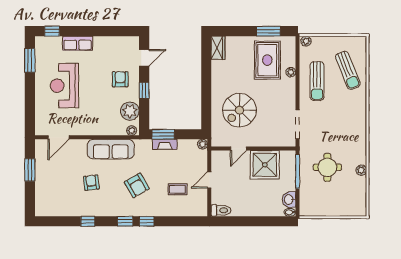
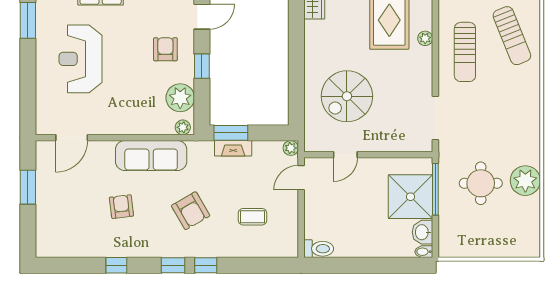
shower: (265, 165) -> (411, 197), moved
plant: (361, 170) -> (525, 181), width x1.87, depth x1.87
door: (209, 180) -> (301, 178), moved

